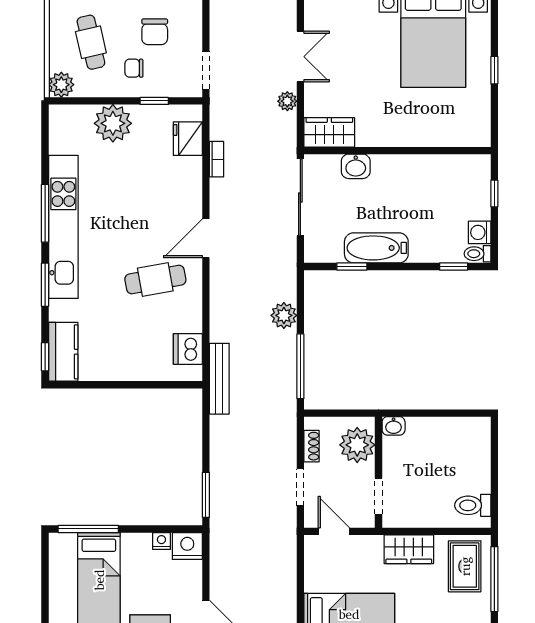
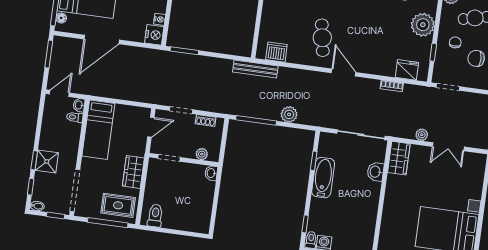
plant: (357, 445) -> (202, 154), width x0.53, depth x0.53

